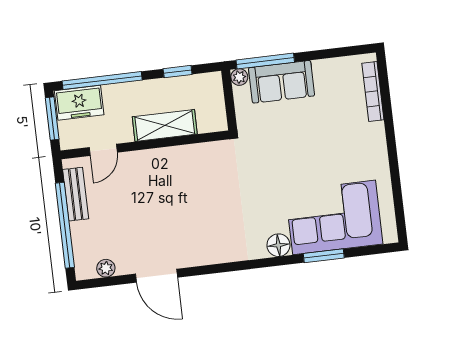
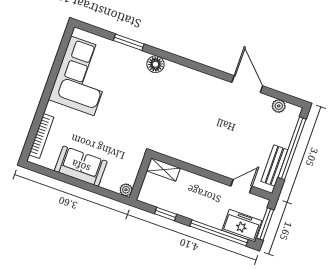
window: (265, 61) -> (103, 192), removed
sofa: (282, 82) -> (81, 166), moved
shelving: (165, 125) -> (163, 169), moved, width x0.67, depth x0.75
corner sofa: (334, 217) -> (82, 76), moved, turned -90

